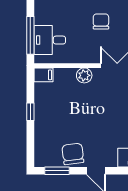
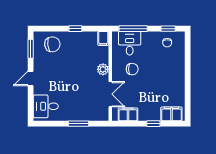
chair: (101, 21) -> (132, 69), moved
chair: (73, 154) -> (52, 44), moved

